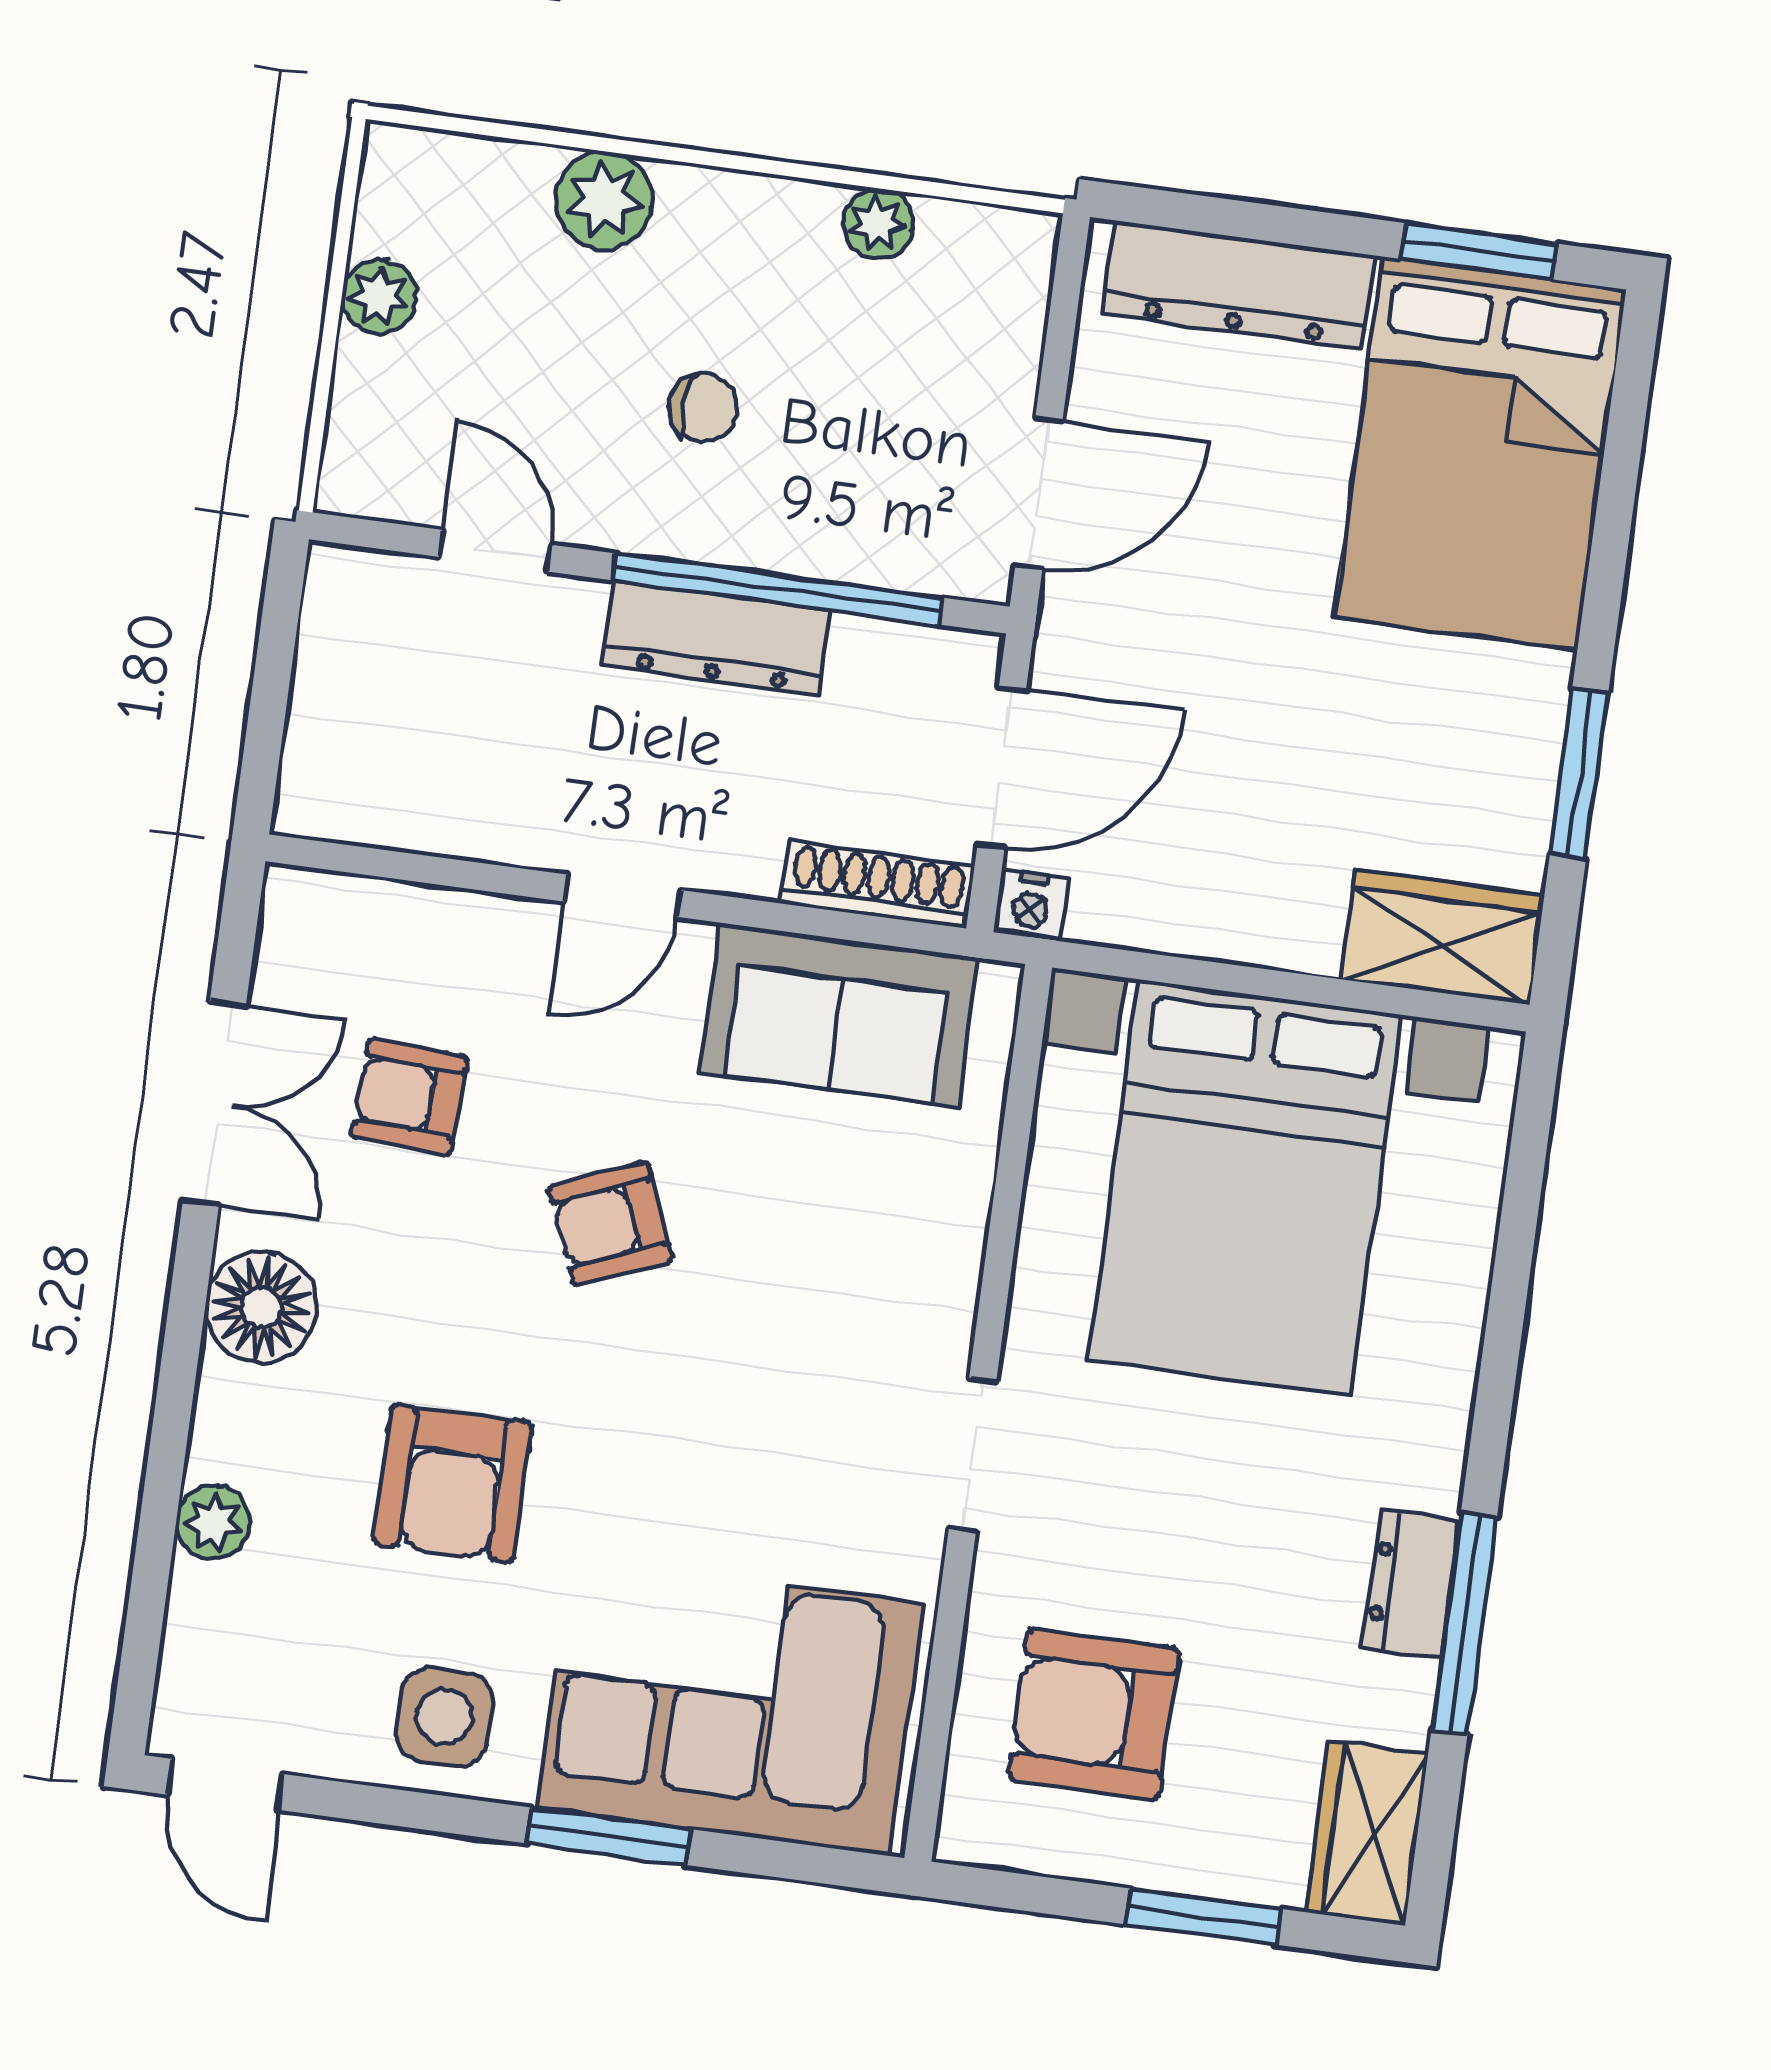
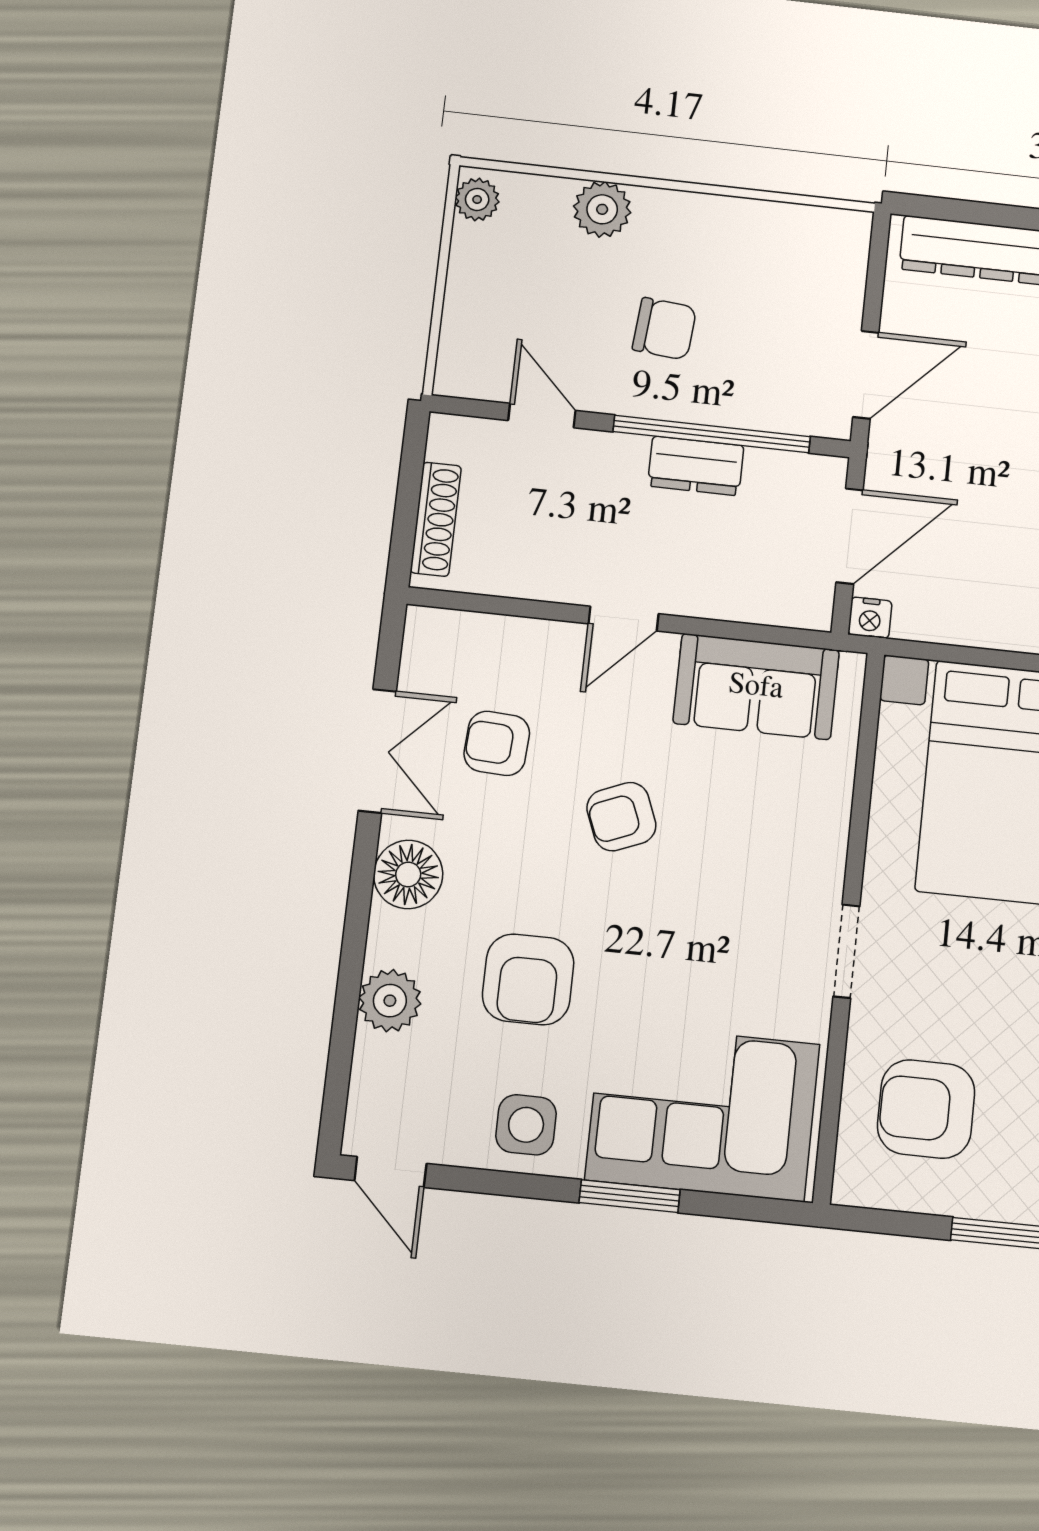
plant: (878, 224) -> (765, 220), removed
plant: (379, 297) -> (477, 199), moved
chair: (703, 408) -> (664, 329), width x1.37, depth x1.37
dresser: (716, 638) -> (696, 466), width x0.70
shoe rack: (878, 885) -> (436, 519), moved, turned 90
plant: (213, 1522) -> (390, 1001), width x1.38, depth x1.38

